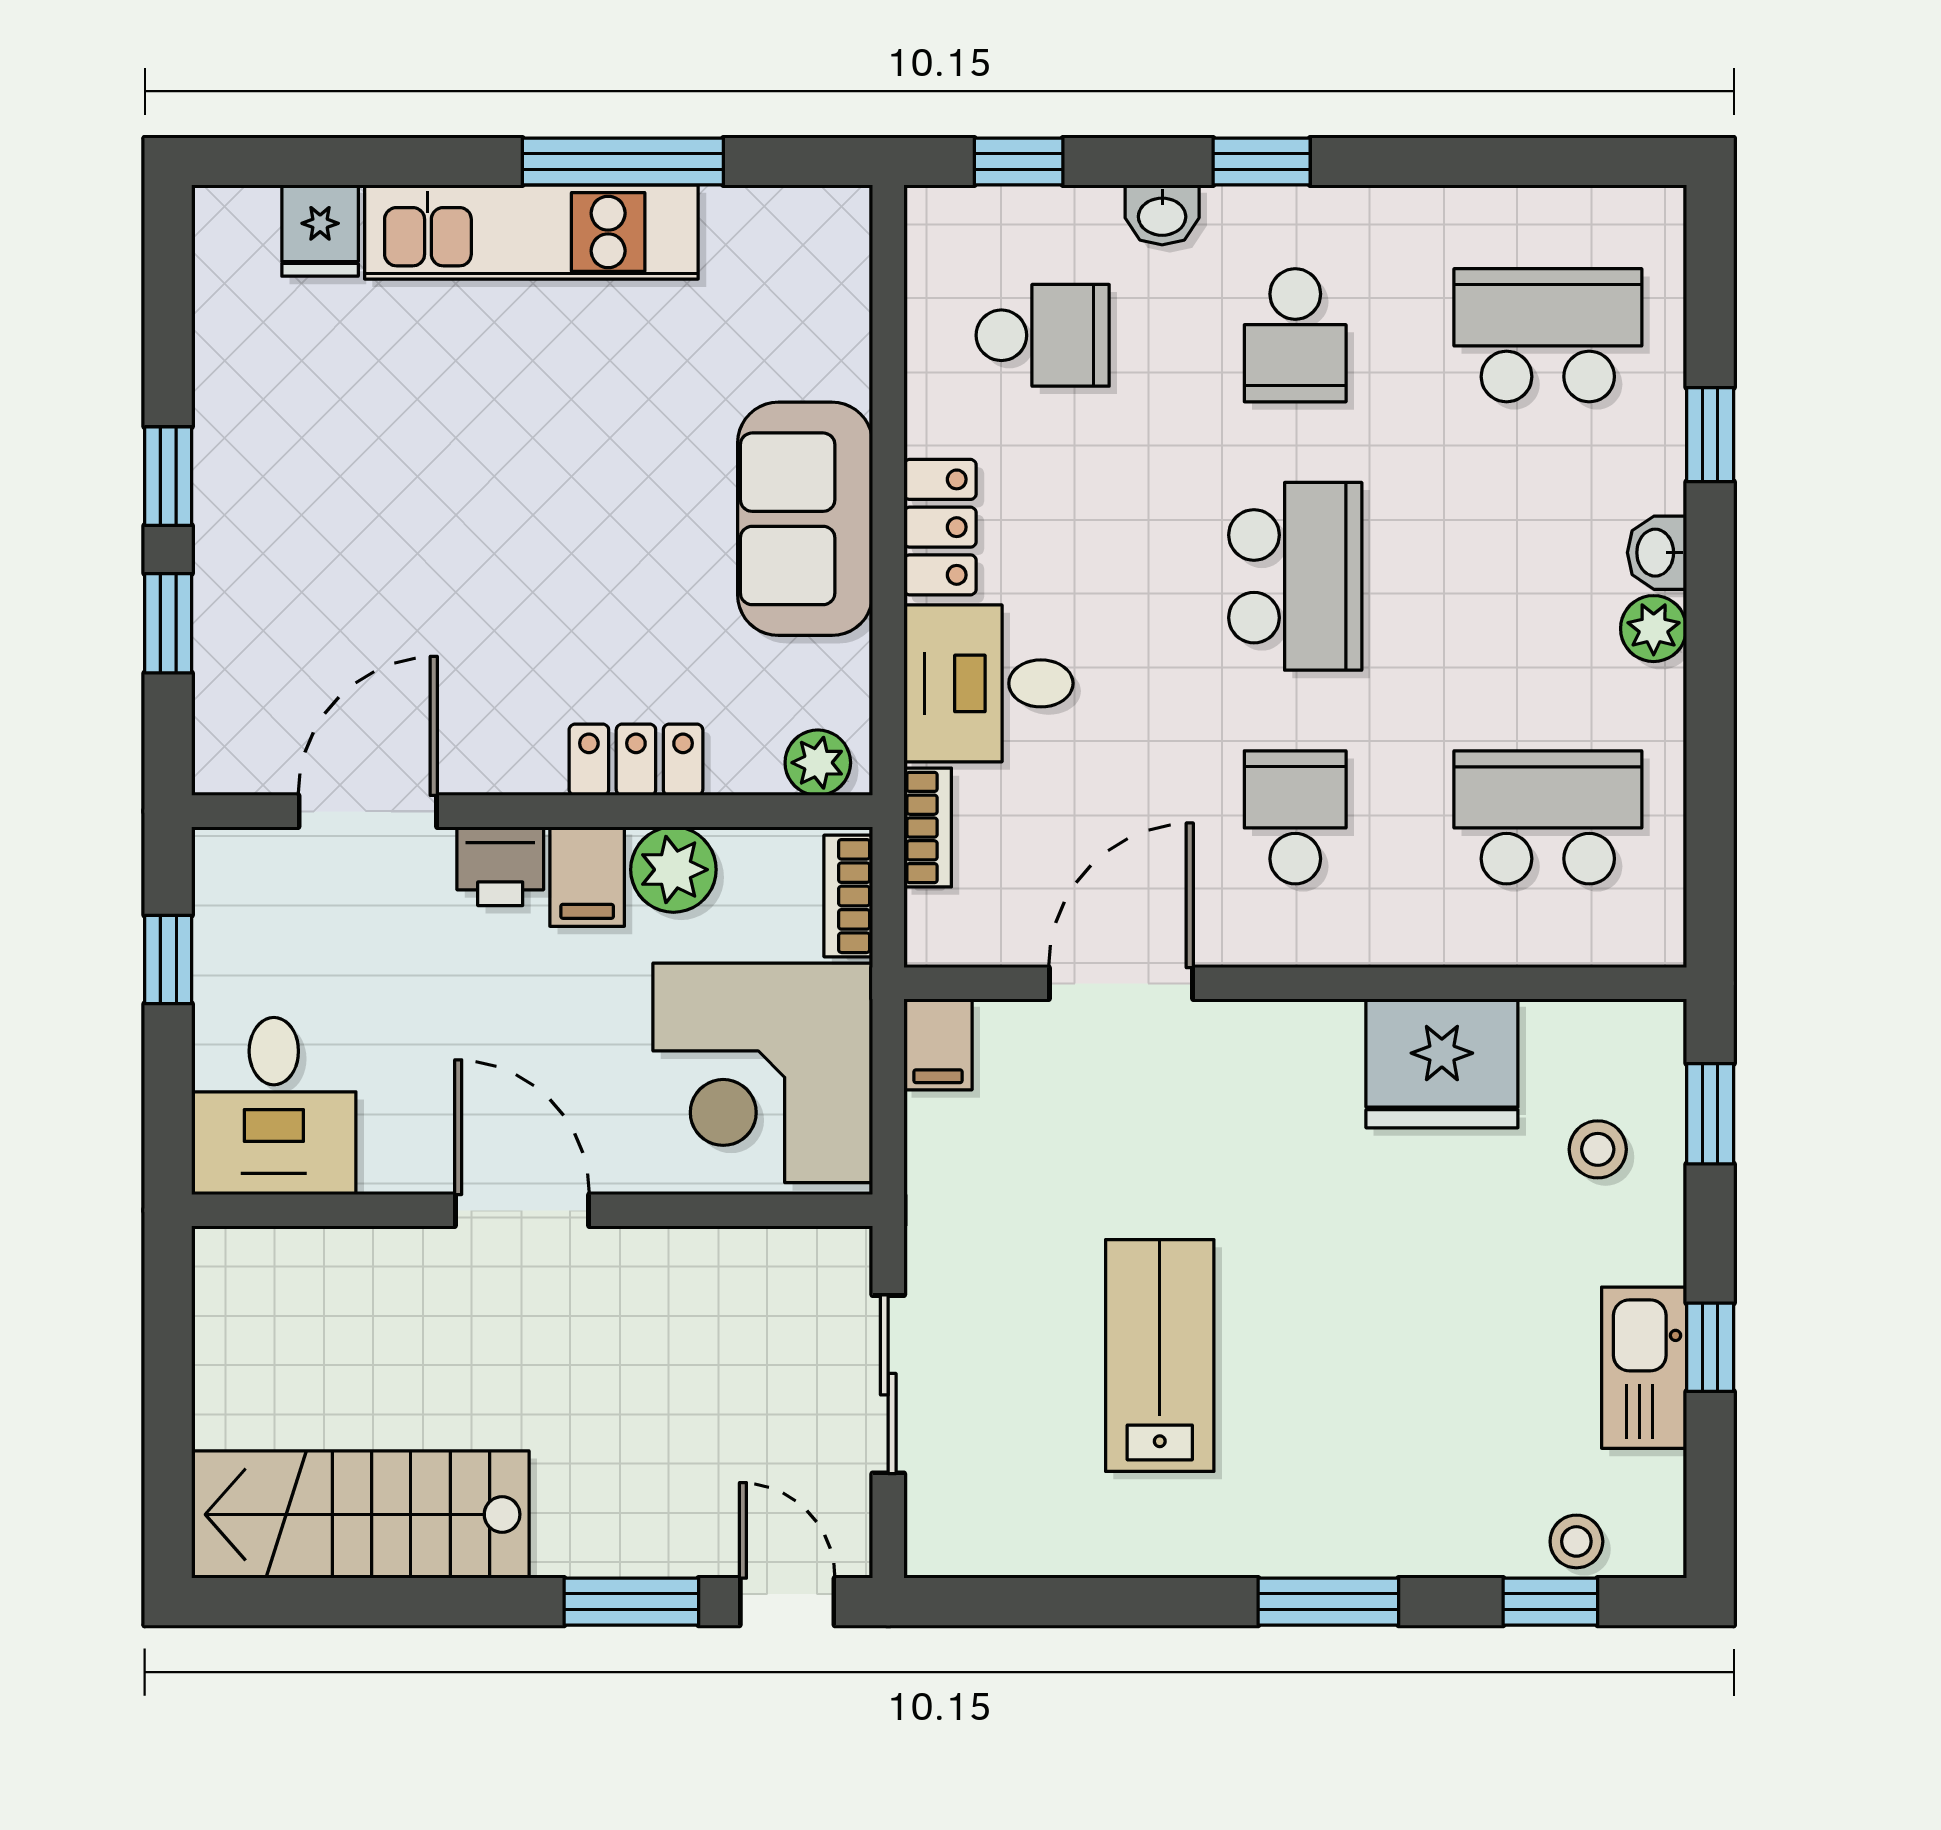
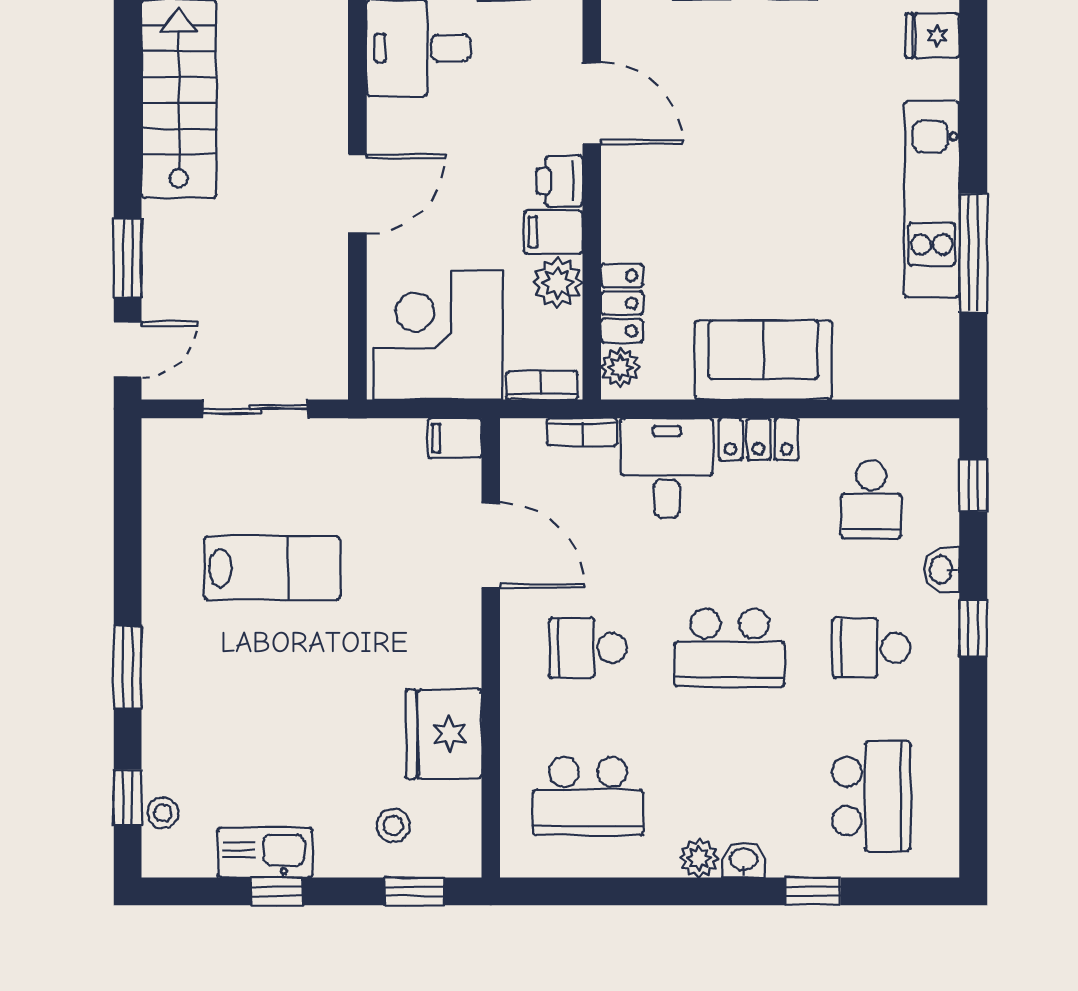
fridge: (320, 231) -> (933, 36), moved
locker: (636, 760) -> (622, 303), moved
school desk: (1295, 817) -> (588, 648), turned 180
school desk: (1548, 817) -> (588, 796), turned 90

